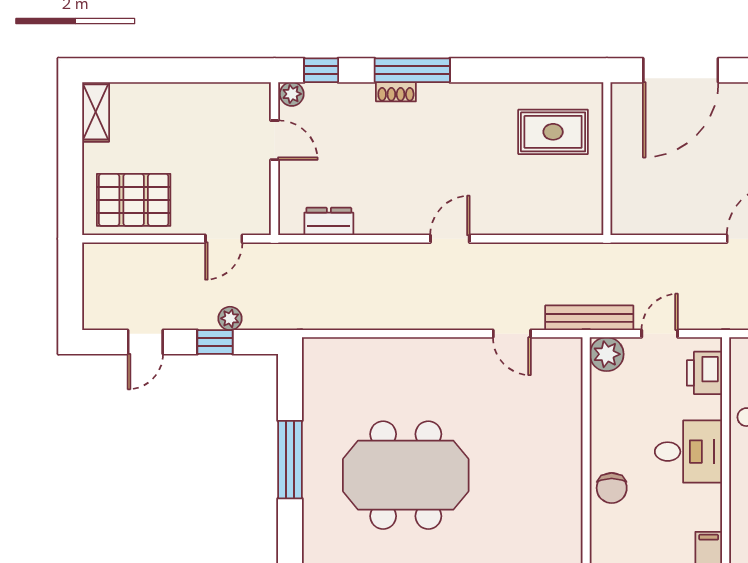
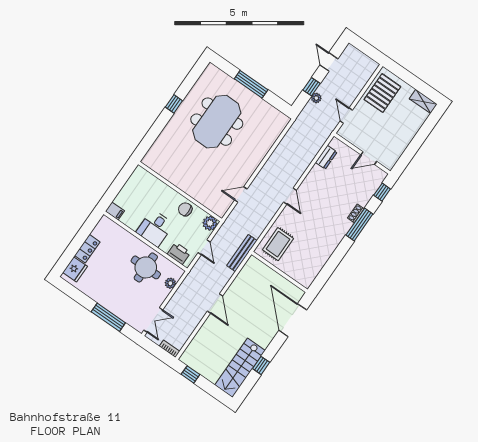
plant: (292, 94) -> (381, 176), removed
rug: (553, 132) -> (278, 244), moved
bench: (589, 318) -> (242, 253), moved
chair: (612, 488) -> (185, 209), moved

